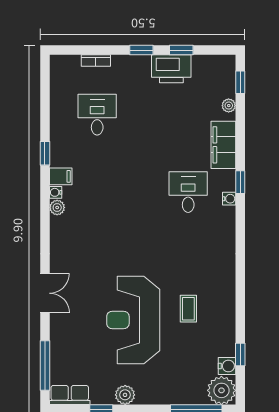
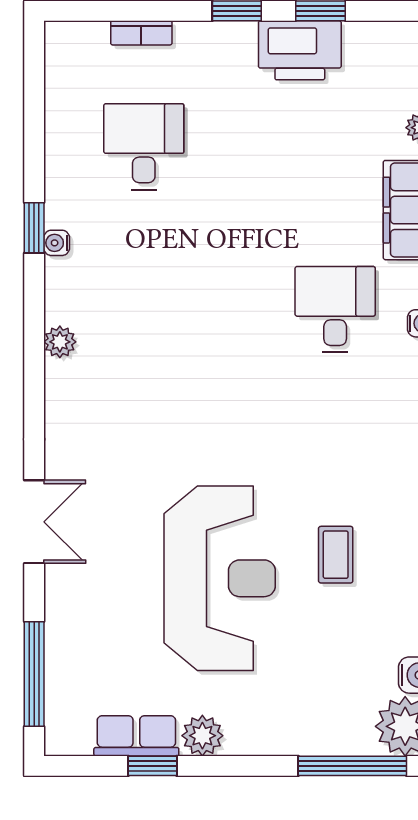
filing cabinet: (61, 176) -> (67, 276), removed
water cooler: (56, 192) -> (57, 243), moved
reception desk: (133, 320) -> (220, 578), turned 180
row of seats: (70, 395) -> (136, 736), moved

